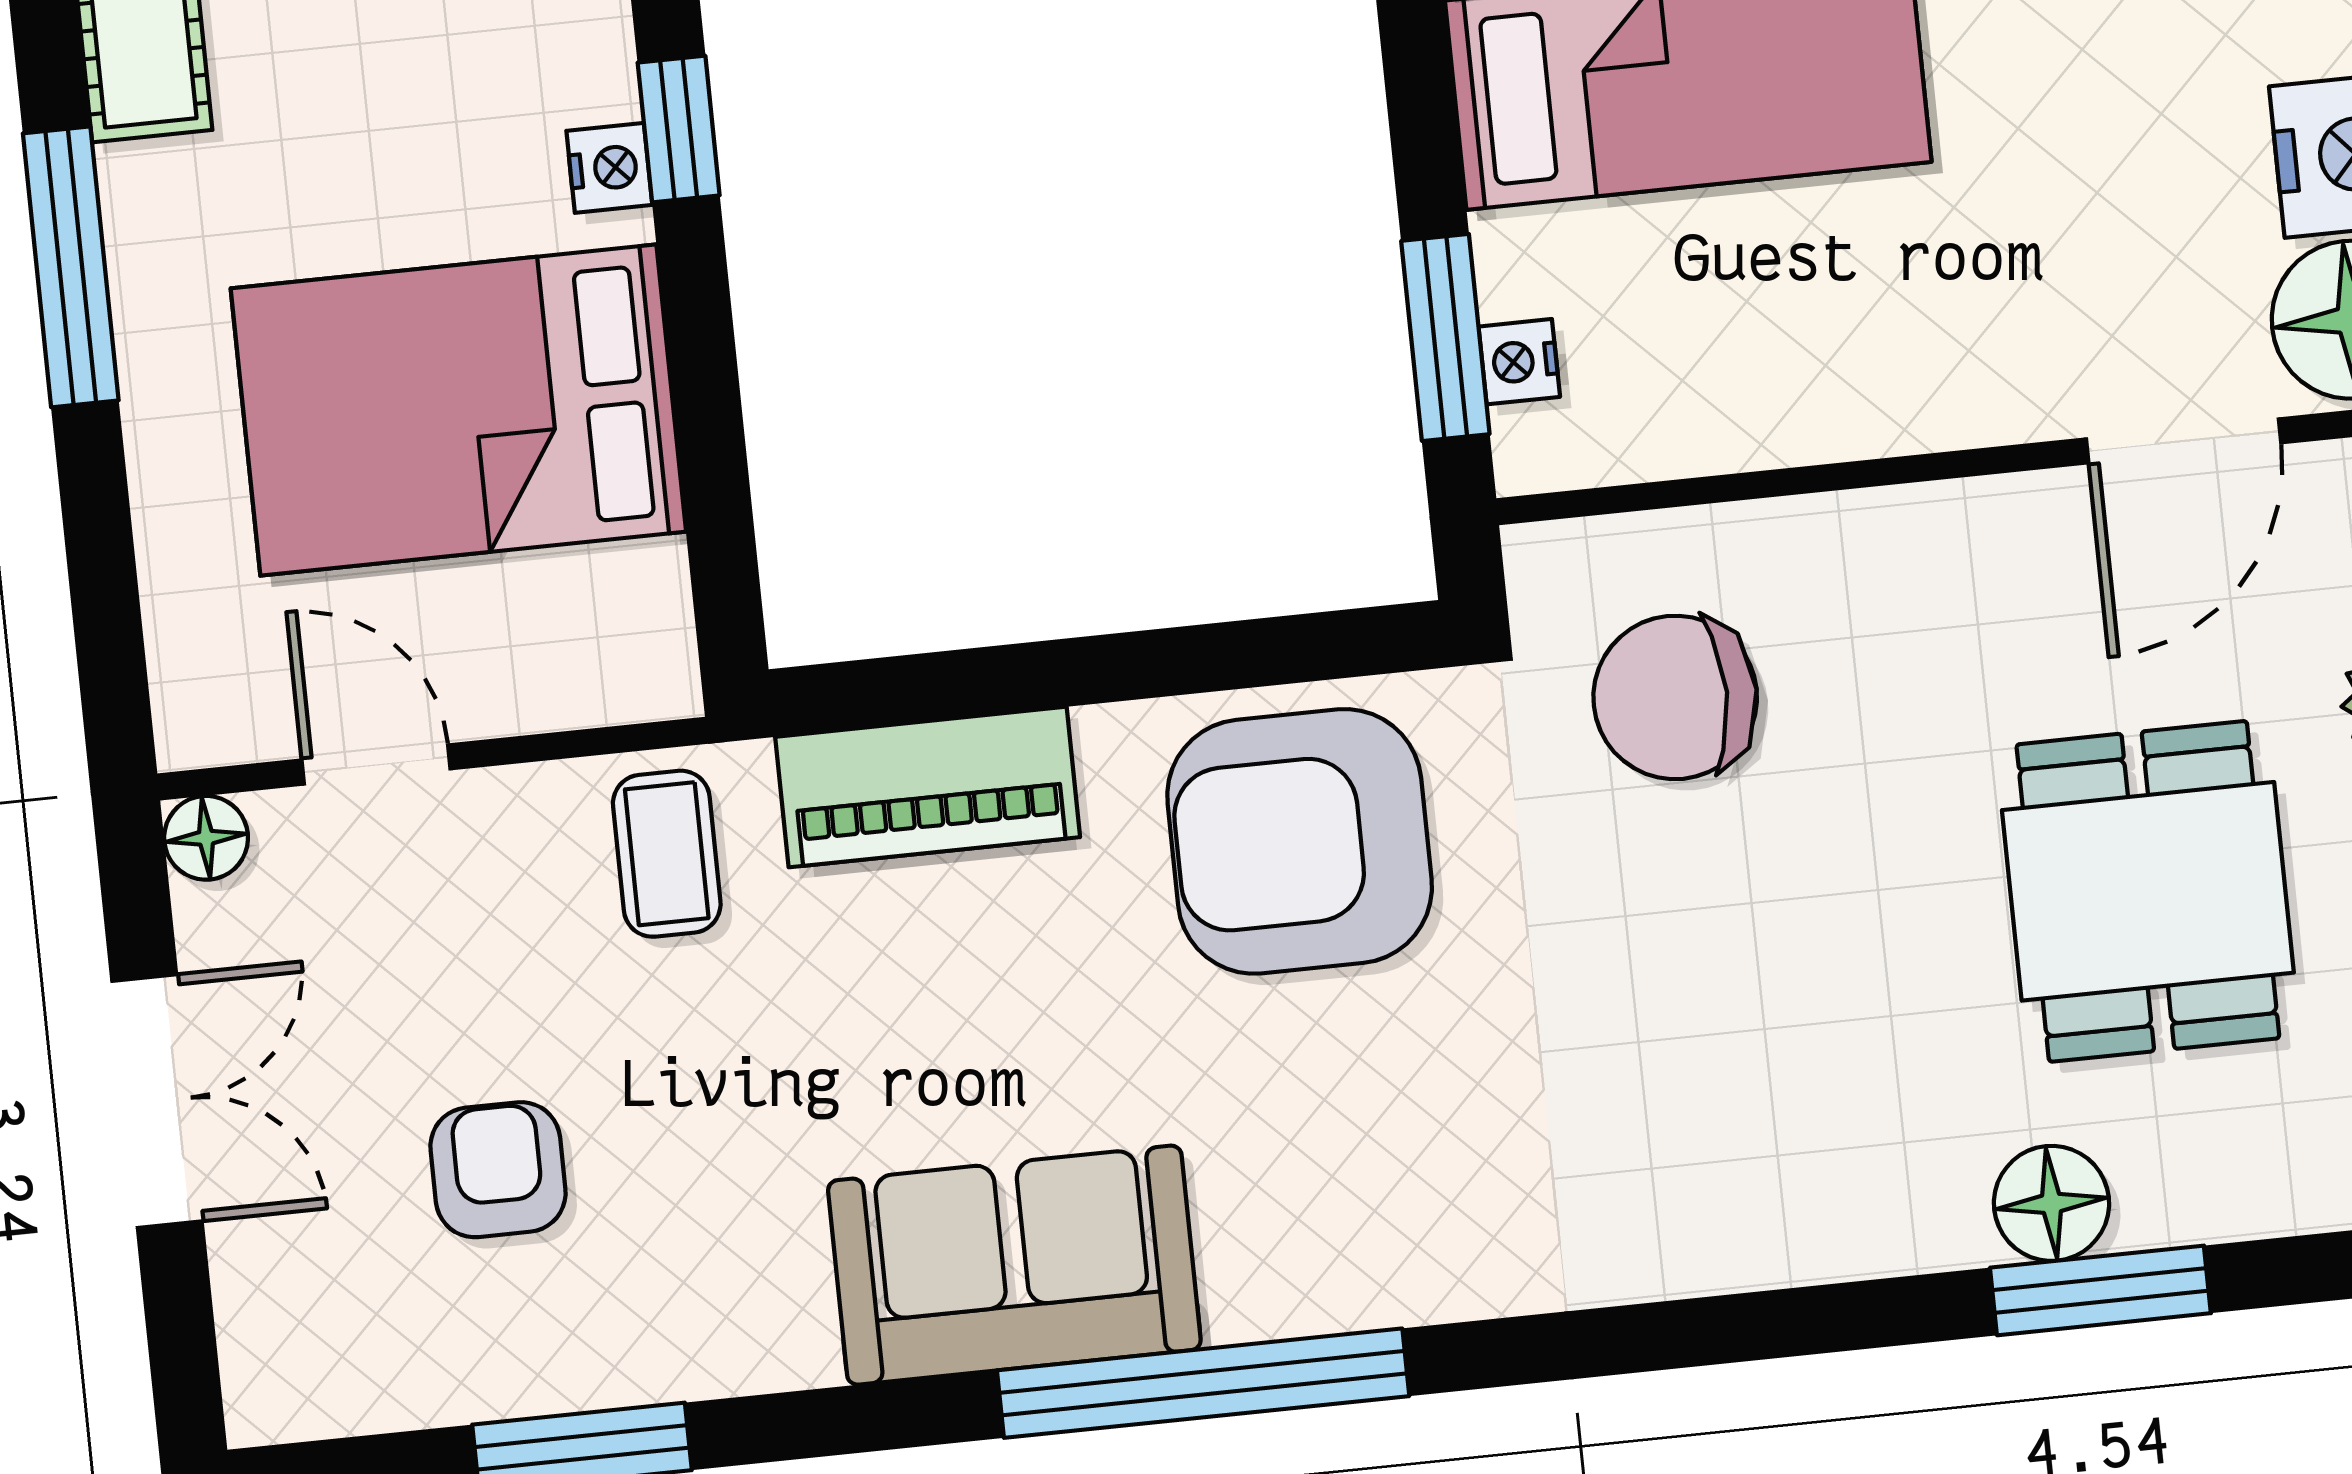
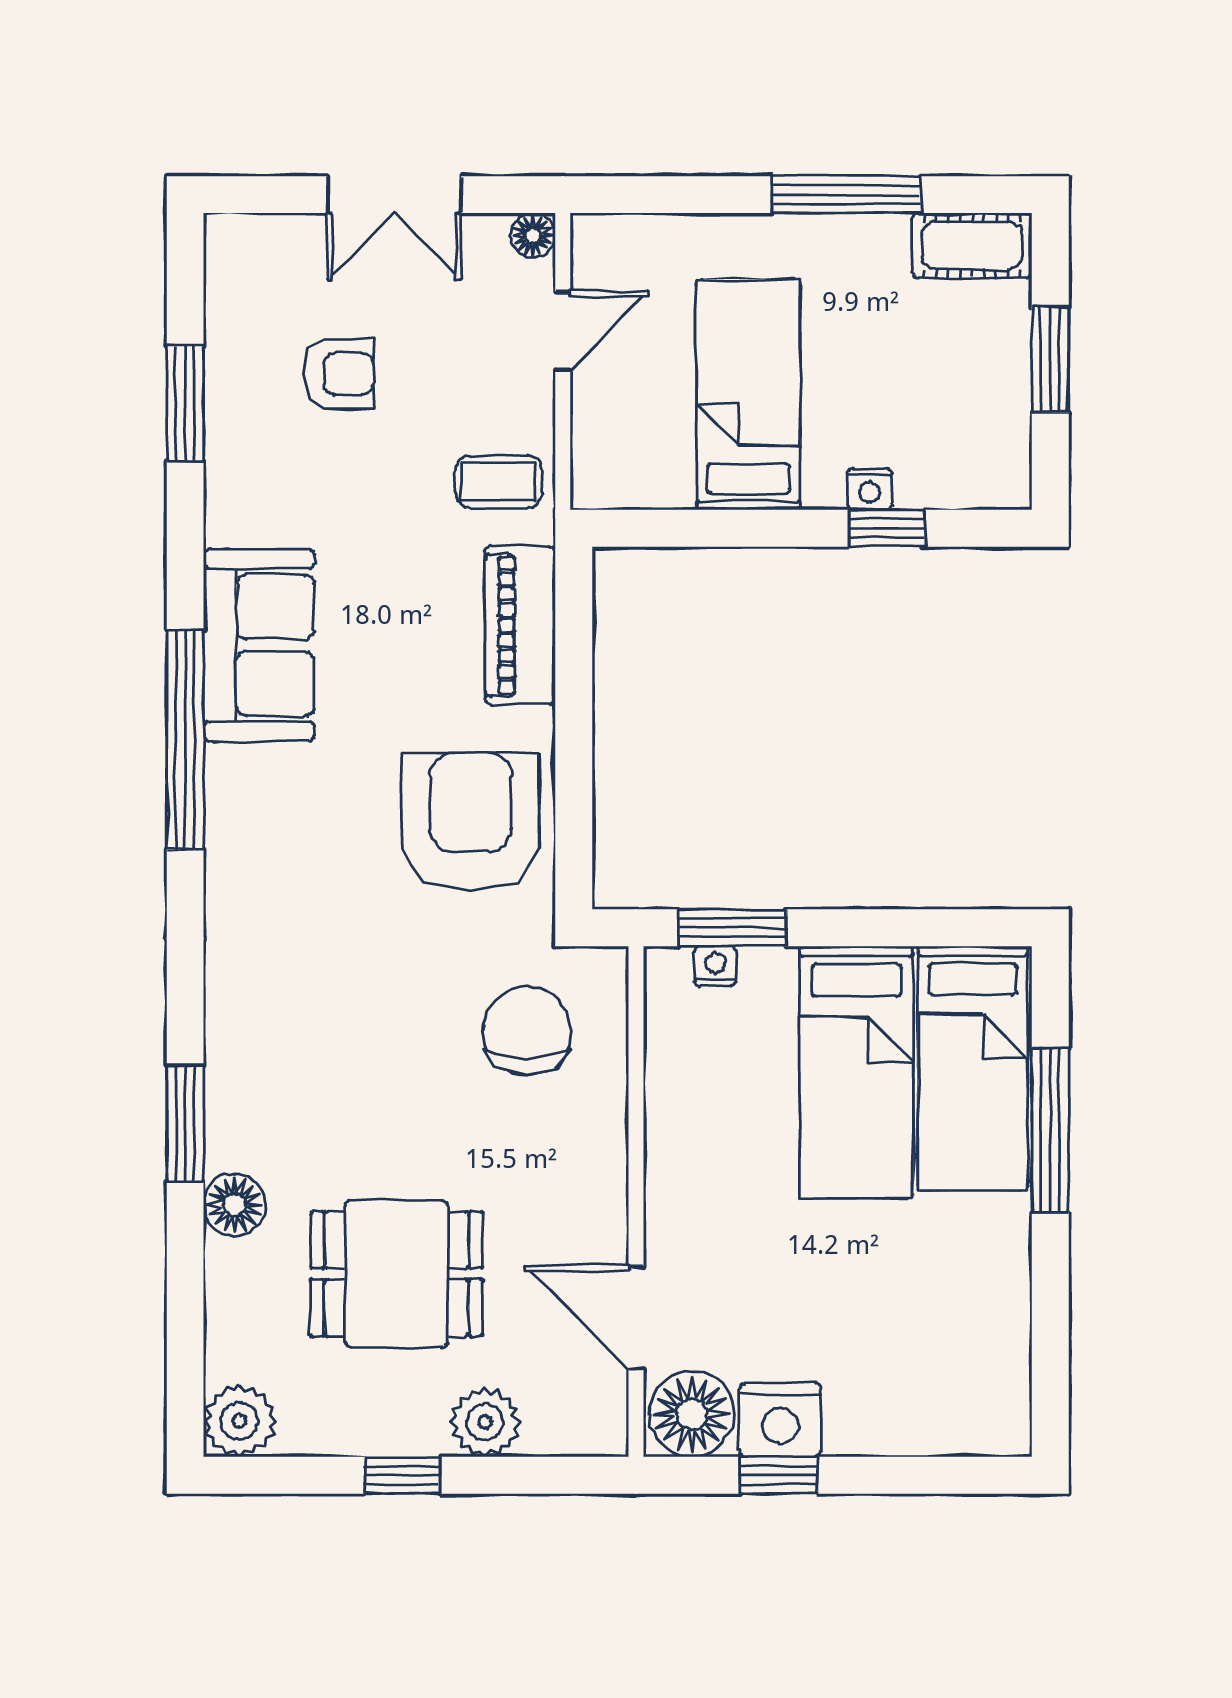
bed: (458, 410) -> (748, 395), width x0.67
window: (2100, 1290) -> (185, 1123), moved

